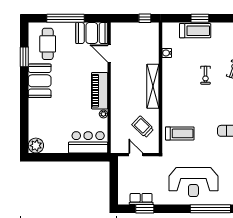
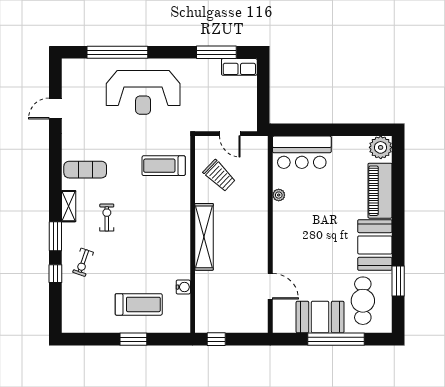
treadmill: (195, 31) -> (139, 304), moved, turned 180
booth: (92, 33) -> (320, 317), moved
exercise bike: (205, 75) -> (107, 218), moved
piano: (100, 91) -> (380, 191), moved, turned 180
reception desk: (193, 182) -> (143, 92), turned 180
row of seats: (141, 199) -> (239, 67), moved
window: (145, 209) -> (216, 52), width x1.44

